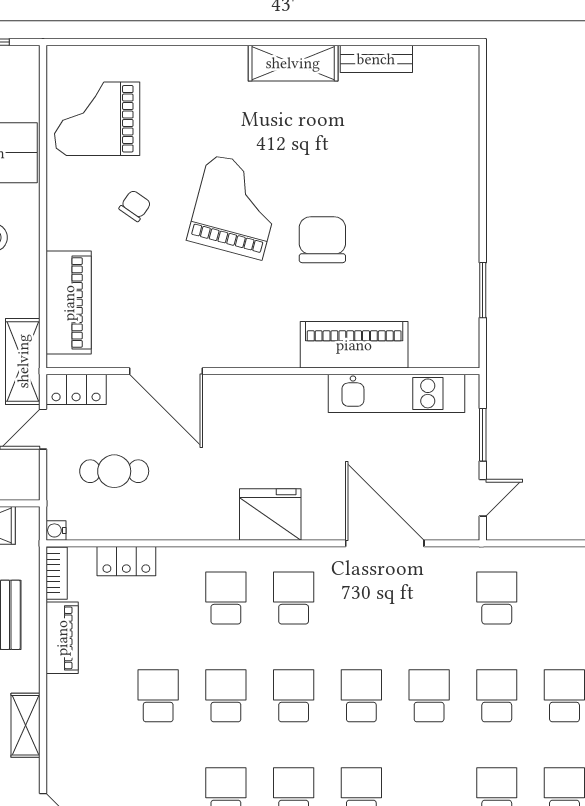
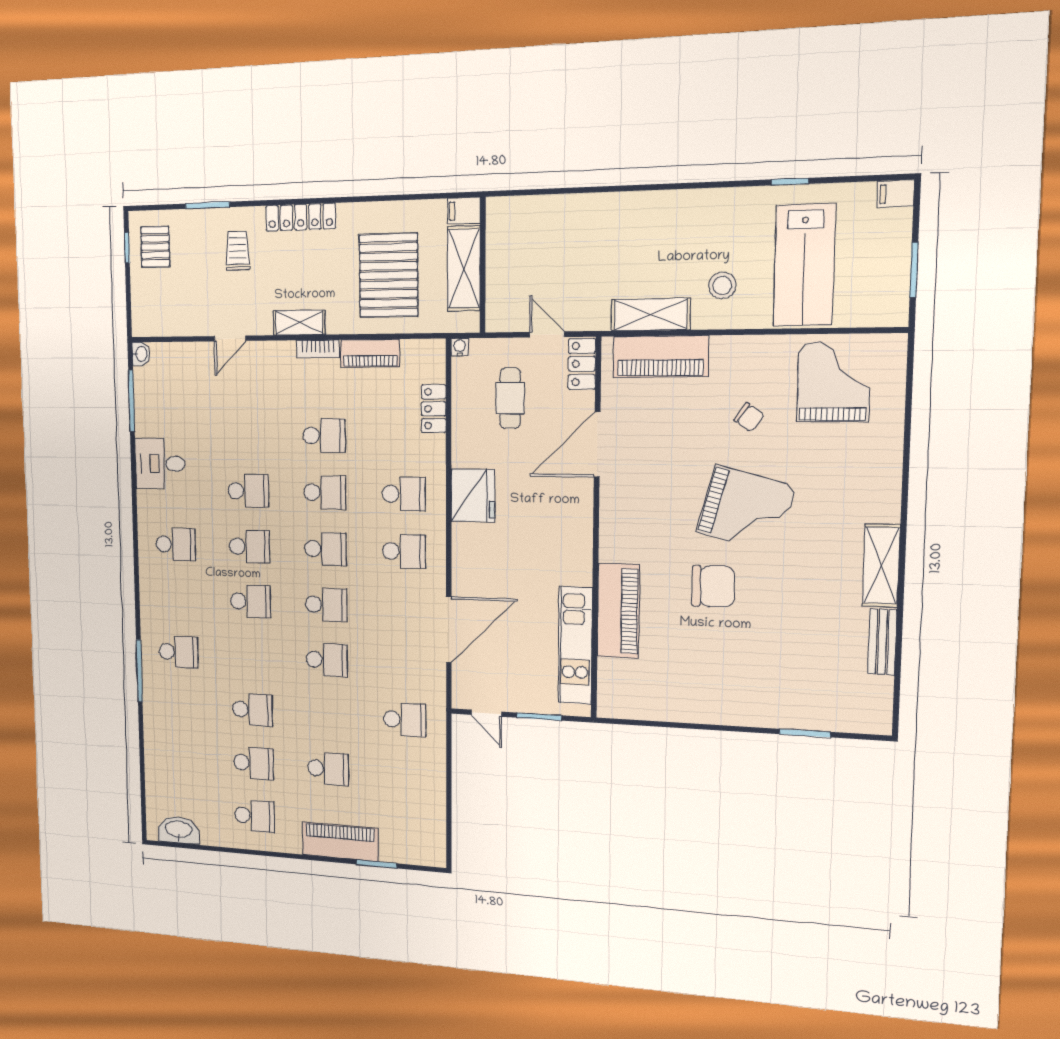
window: (483, 290) -> (805, 733), moved
shelving: (23, 361) -> (651, 314), moved
fridge: (270, 514) -> (473, 495), moved
bookcase: (57, 573) -> (318, 349), moved
school desk: (497, 696) -> (327, 715), removed

